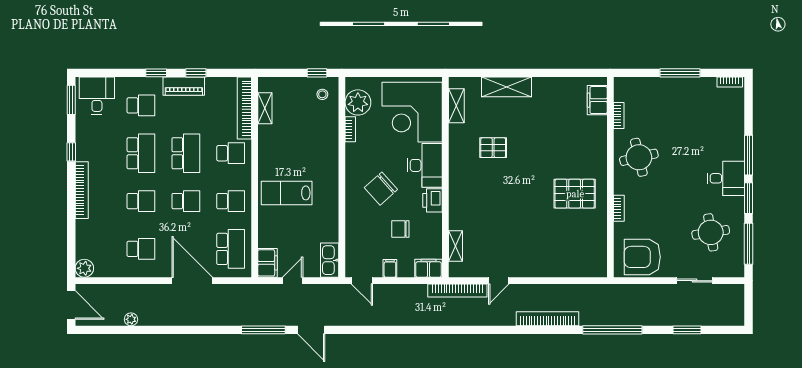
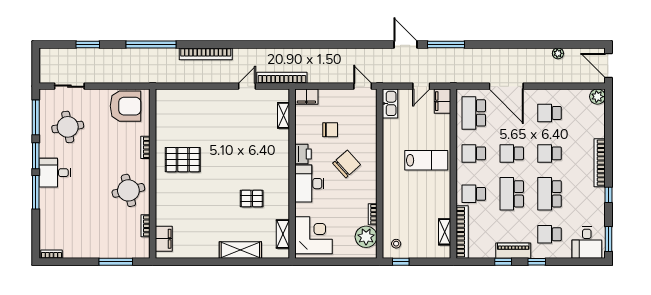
window: (680, 73) -> (116, 262), moved
corner desk: (412, 112) -> (313, 235), width x0.74, depth x0.74
filing cabinet: (390, 268) -> (339, 97), removed
sliding door: (695, 281) -> (69, 86), moved

